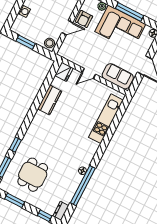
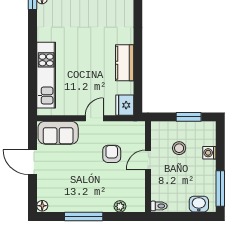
armchair: (84, 19) -> (112, 154), moved
corner sofa: (120, 28) -> (85, 192), removed
stool: (49, 43) -> (179, 148), moved

